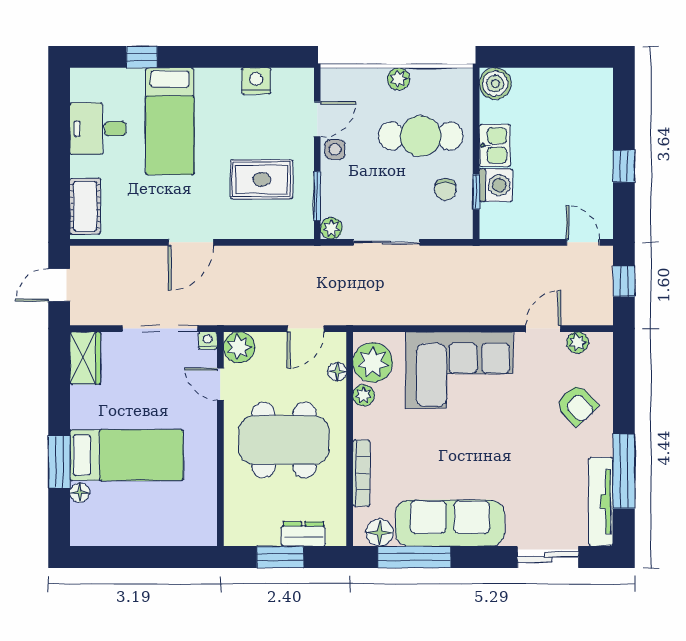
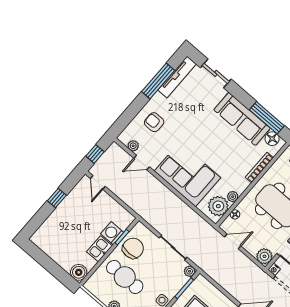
chair: (445, 189) -> (133, 248), width x1.87, depth x1.87
armchair: (577, 405) -> (154, 122), turned -47

